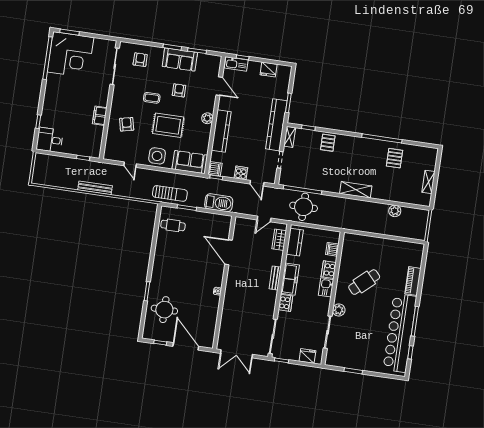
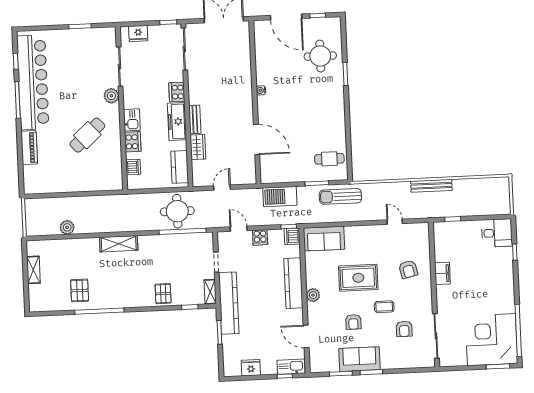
armchair: (140, 60) -> (404, 329), moved
side table: (157, 156) -> (364, 238), removed
wardrobe: (279, 240) -> (198, 147), moved

